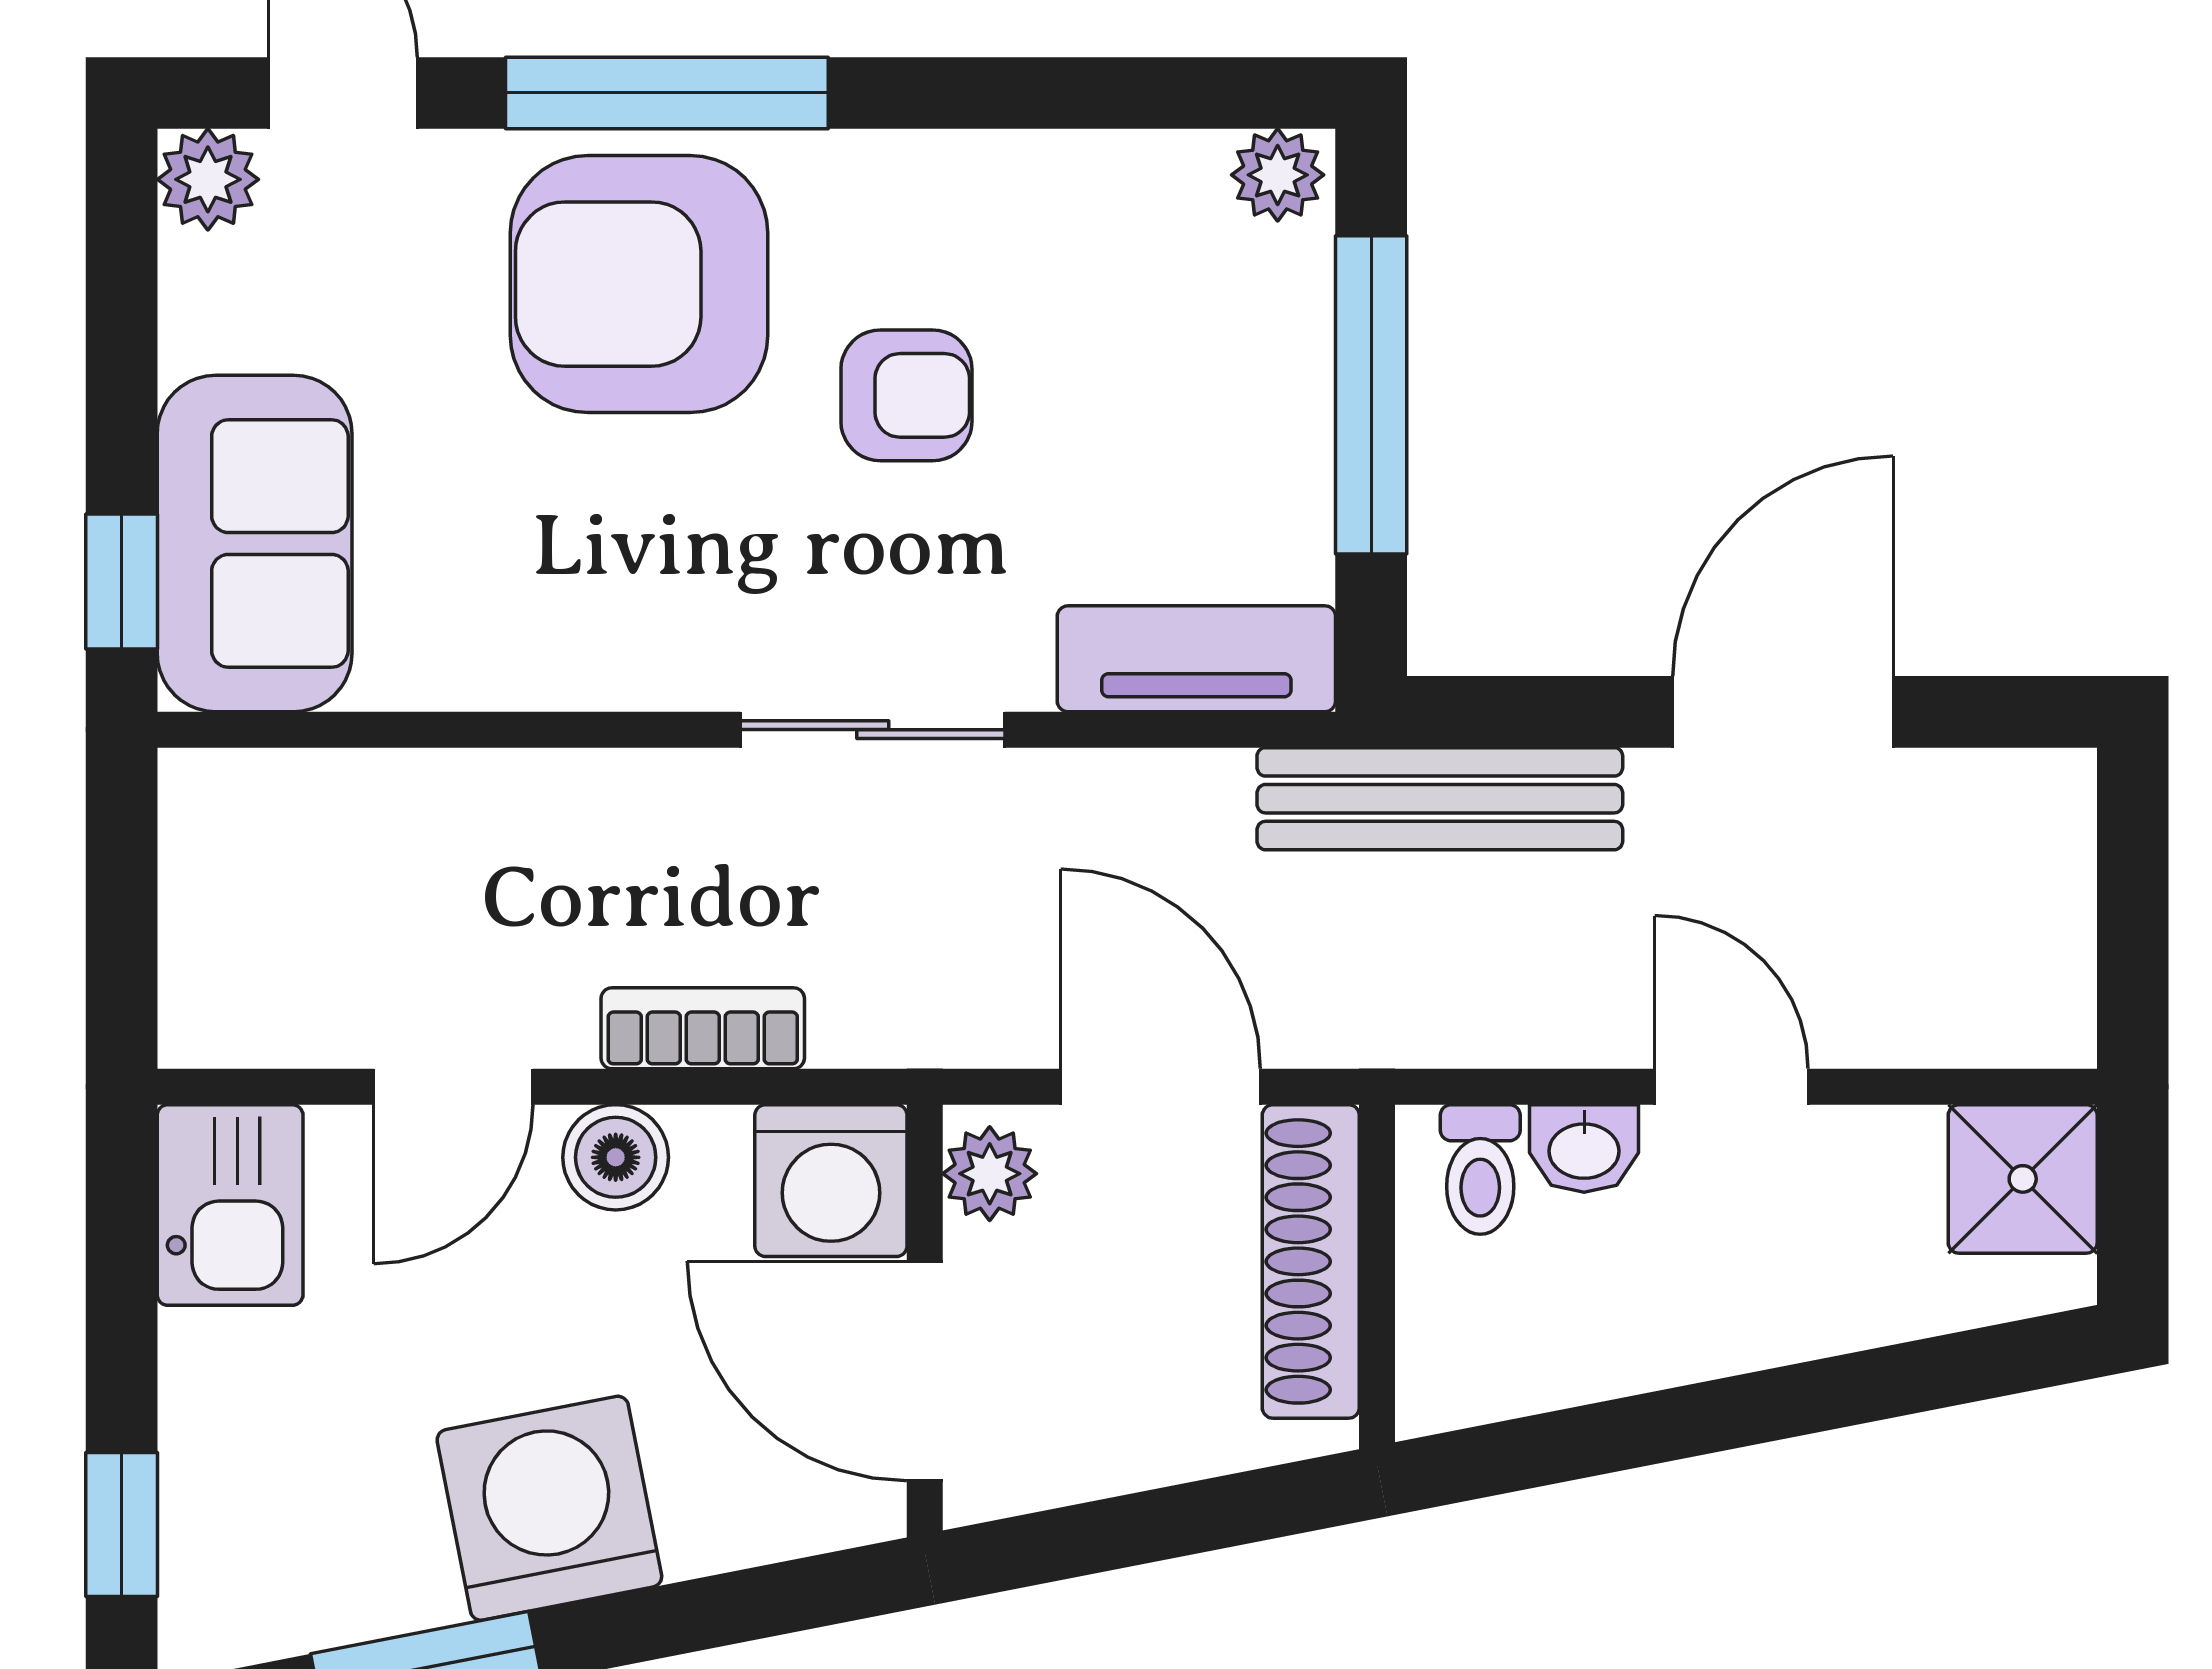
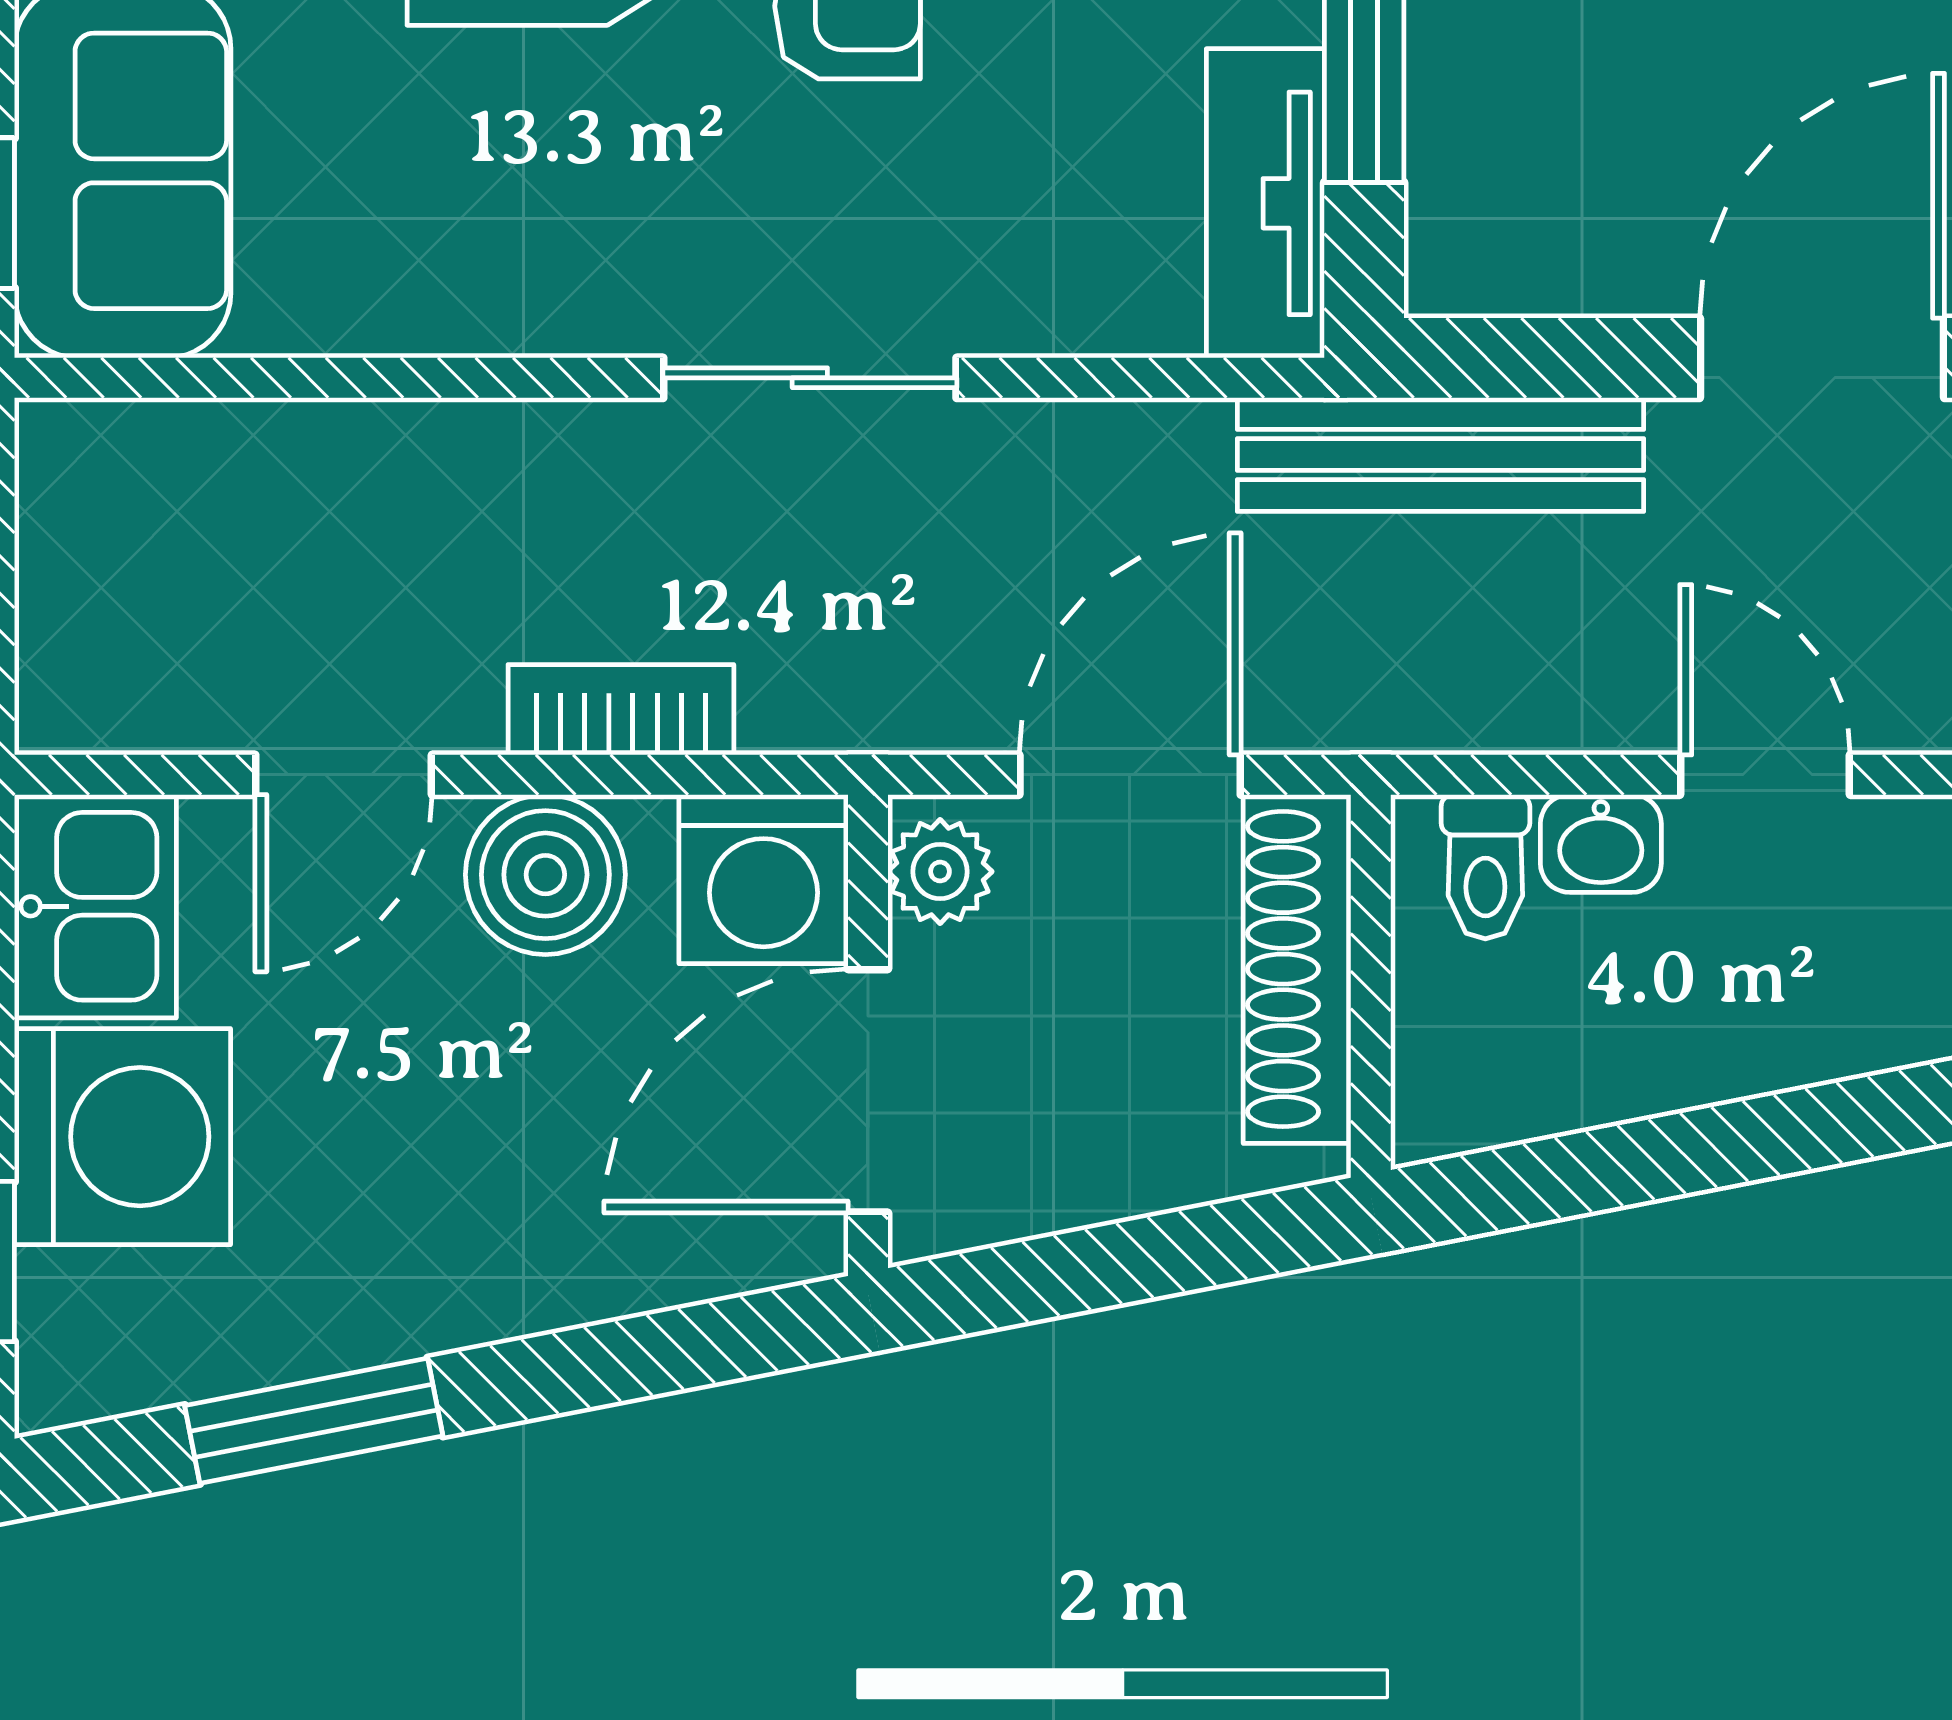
tv unit: (1196, 659) -> (1265, 203), moved, turned -90
door: (1161, 1087) -> (1130, 775), hinge flipped
boiler: (616, 1157) -> (545, 875), width x1.36, depth x1.36
door: (925, 1371) -> (868, 1091), hinge flipped
washing machine: (549, 1508) -> (122, 1137), moved, turned 101

